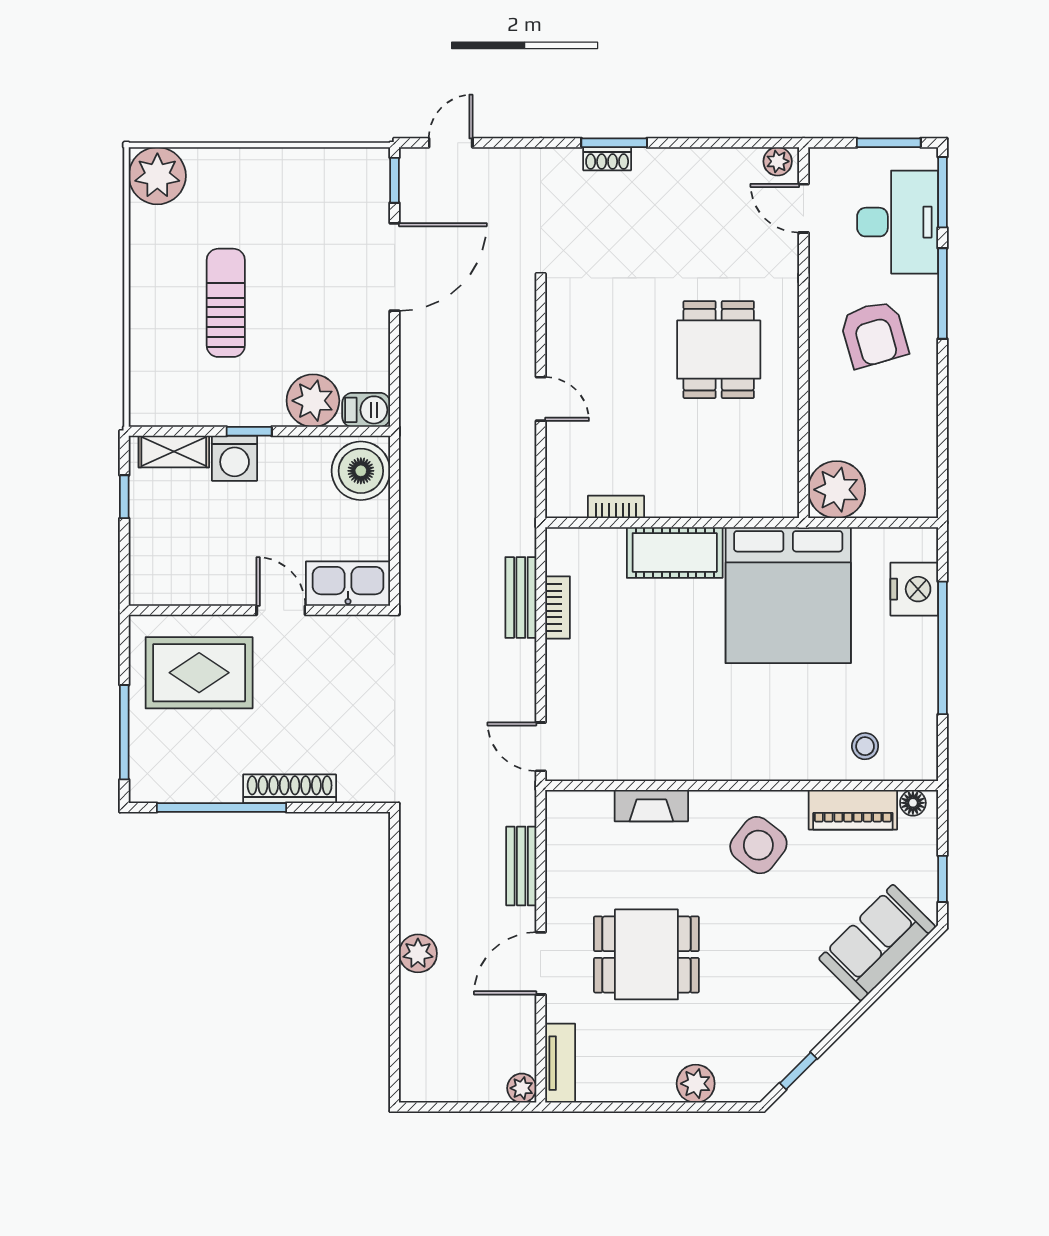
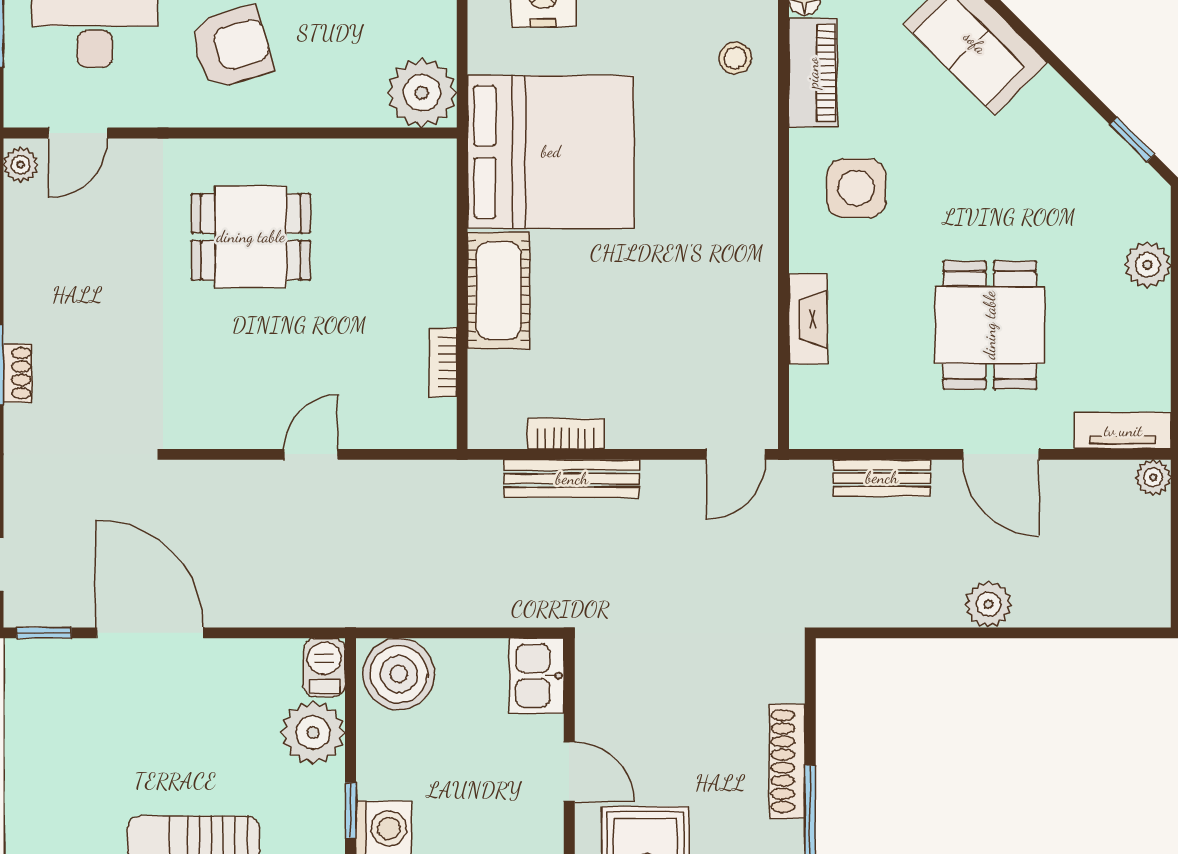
kitchen sink: (348, 584) -> (537, 676), width x0.73
bench: (521, 597) -> (572, 479), width x1.36
door: (281, 610) -> (569, 772), swing flipped
side table: (758, 845) -> (856, 188), turned -38

